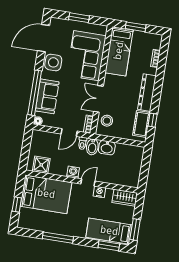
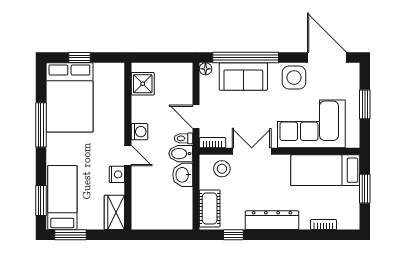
cot: (141, 124) -> (210, 208), moved, turned 90
bed: (46, 194) -> (69, 97), moved

